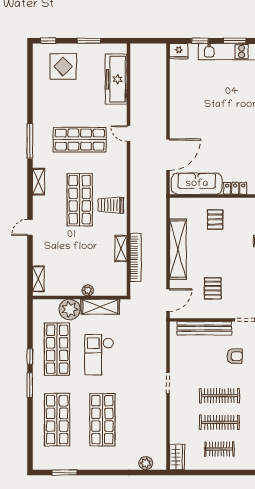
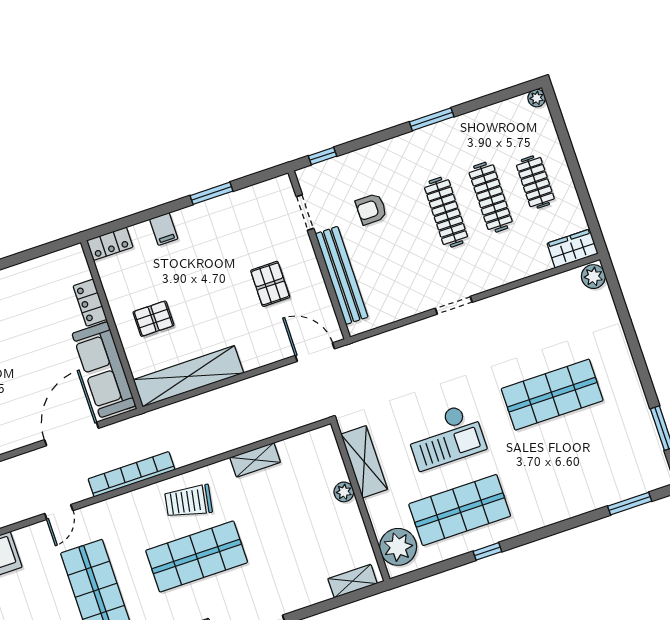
door: (168, 155) -> (72, 434), hinge flipped
trolley: (111, 205) -> (188, 501), turned 100
shelving: (178, 249) -> (188, 376), moved
bookcase: (136, 257) -> (131, 474), moved
pallet: (213, 288) -> (270, 284), turned 90
plant: (70, 309) -> (398, 547), moved
armchair: (235, 356) -> (371, 209), turned -92
window: (30, 385) -> (630, 504), moved
shop shelf: (57, 420) -> (578, 470), removed
plant: (146, 463) -> (593, 277), moved

